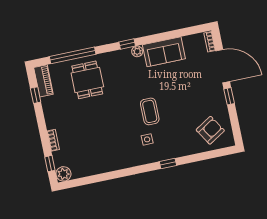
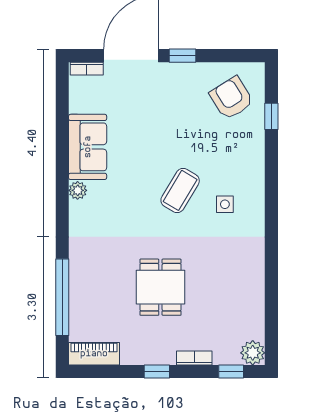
window: (127, 44) -> (62, 204), removed
dining table: (87, 80) -> (160, 287), moved, turned 90
window: (36, 95) -> (157, 371), moved
coffee table: (150, 111) -> (180, 190), turned -59
window: (168, 163) -> (271, 116), moved

